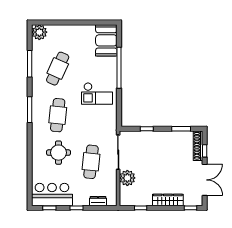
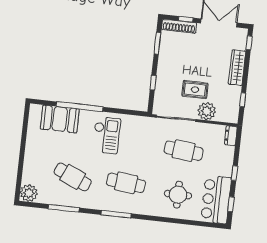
booth: (106, 40) -> (60, 119), moved
round table: (58, 153) -> (178, 195), moved
rug: (145, 166) -> (195, 90), added
dresser: (98, 201) -> (231, 136), moved

